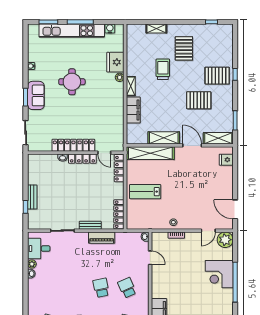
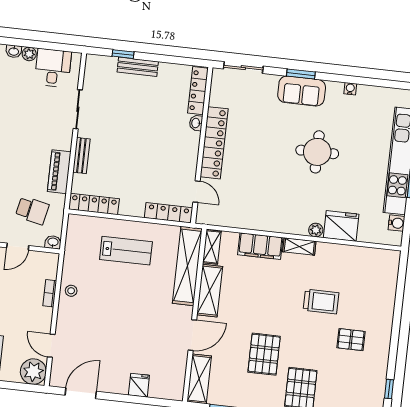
shelving: (156, 29) -> (212, 247), moved
pallet: (184, 48) -> (351, 340), width x0.67, depth x0.71
door: (104, 153) -> (196, 192), swing flipped
locker: (82, 159) -> (198, 91), moved
fridge: (226, 160) -> (139, 385), moved
lab bench: (145, 192) -> (126, 251), turned 90
school desk: (127, 251) -> (32, 210), added

